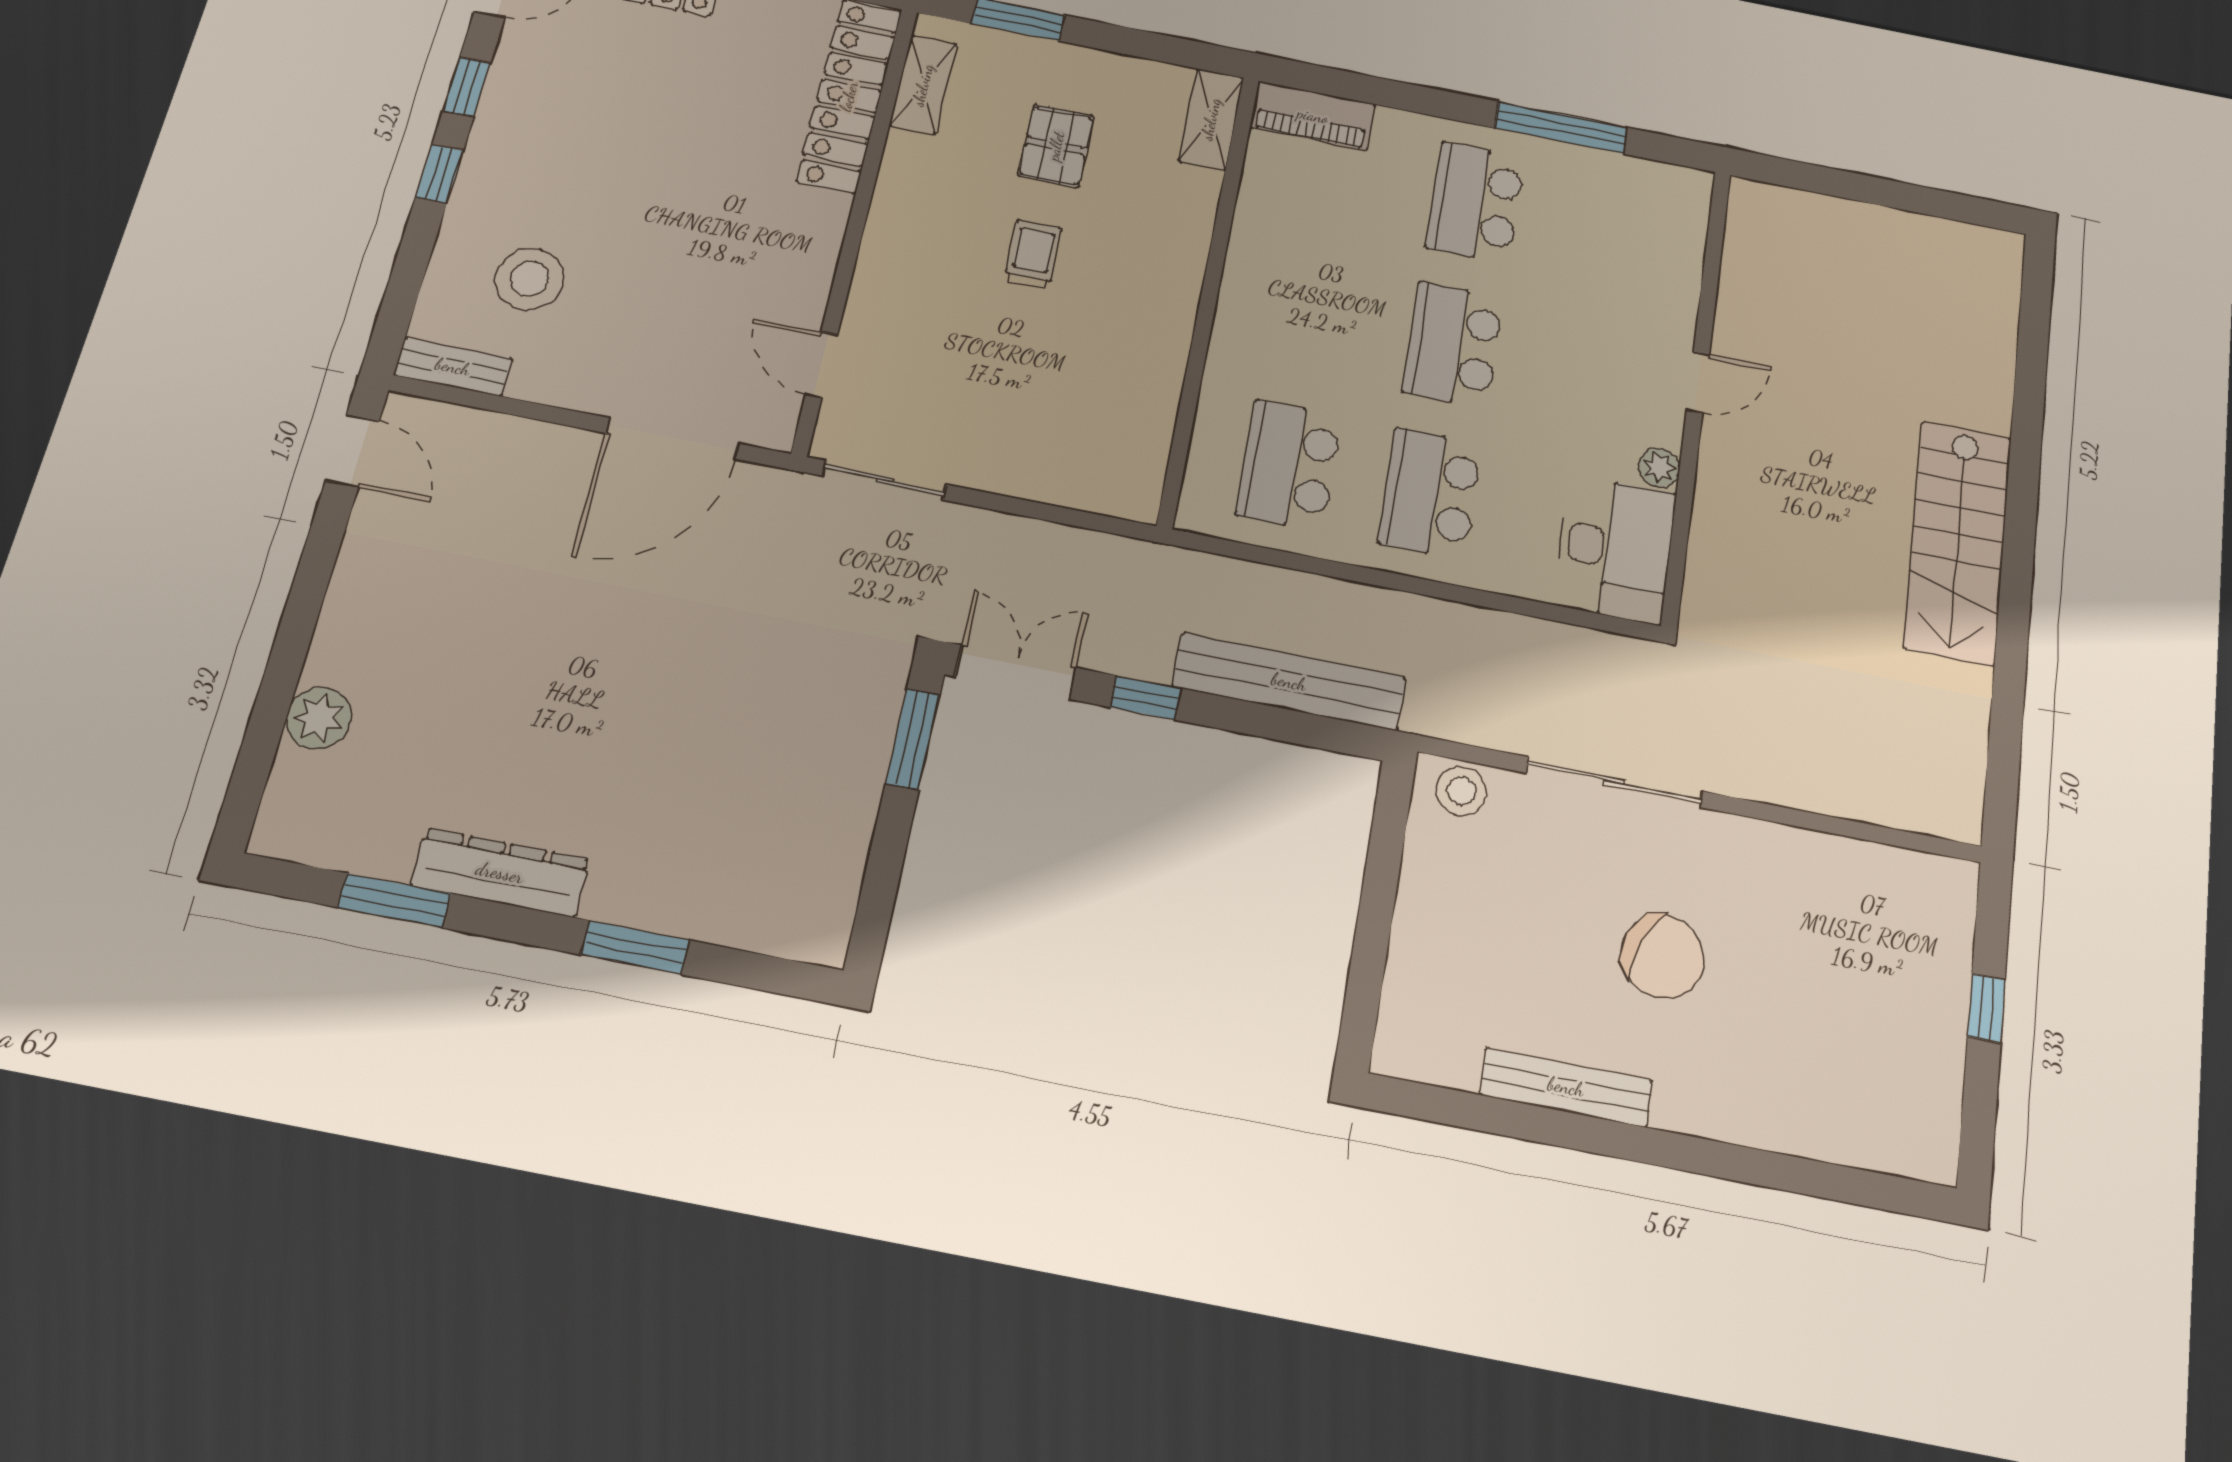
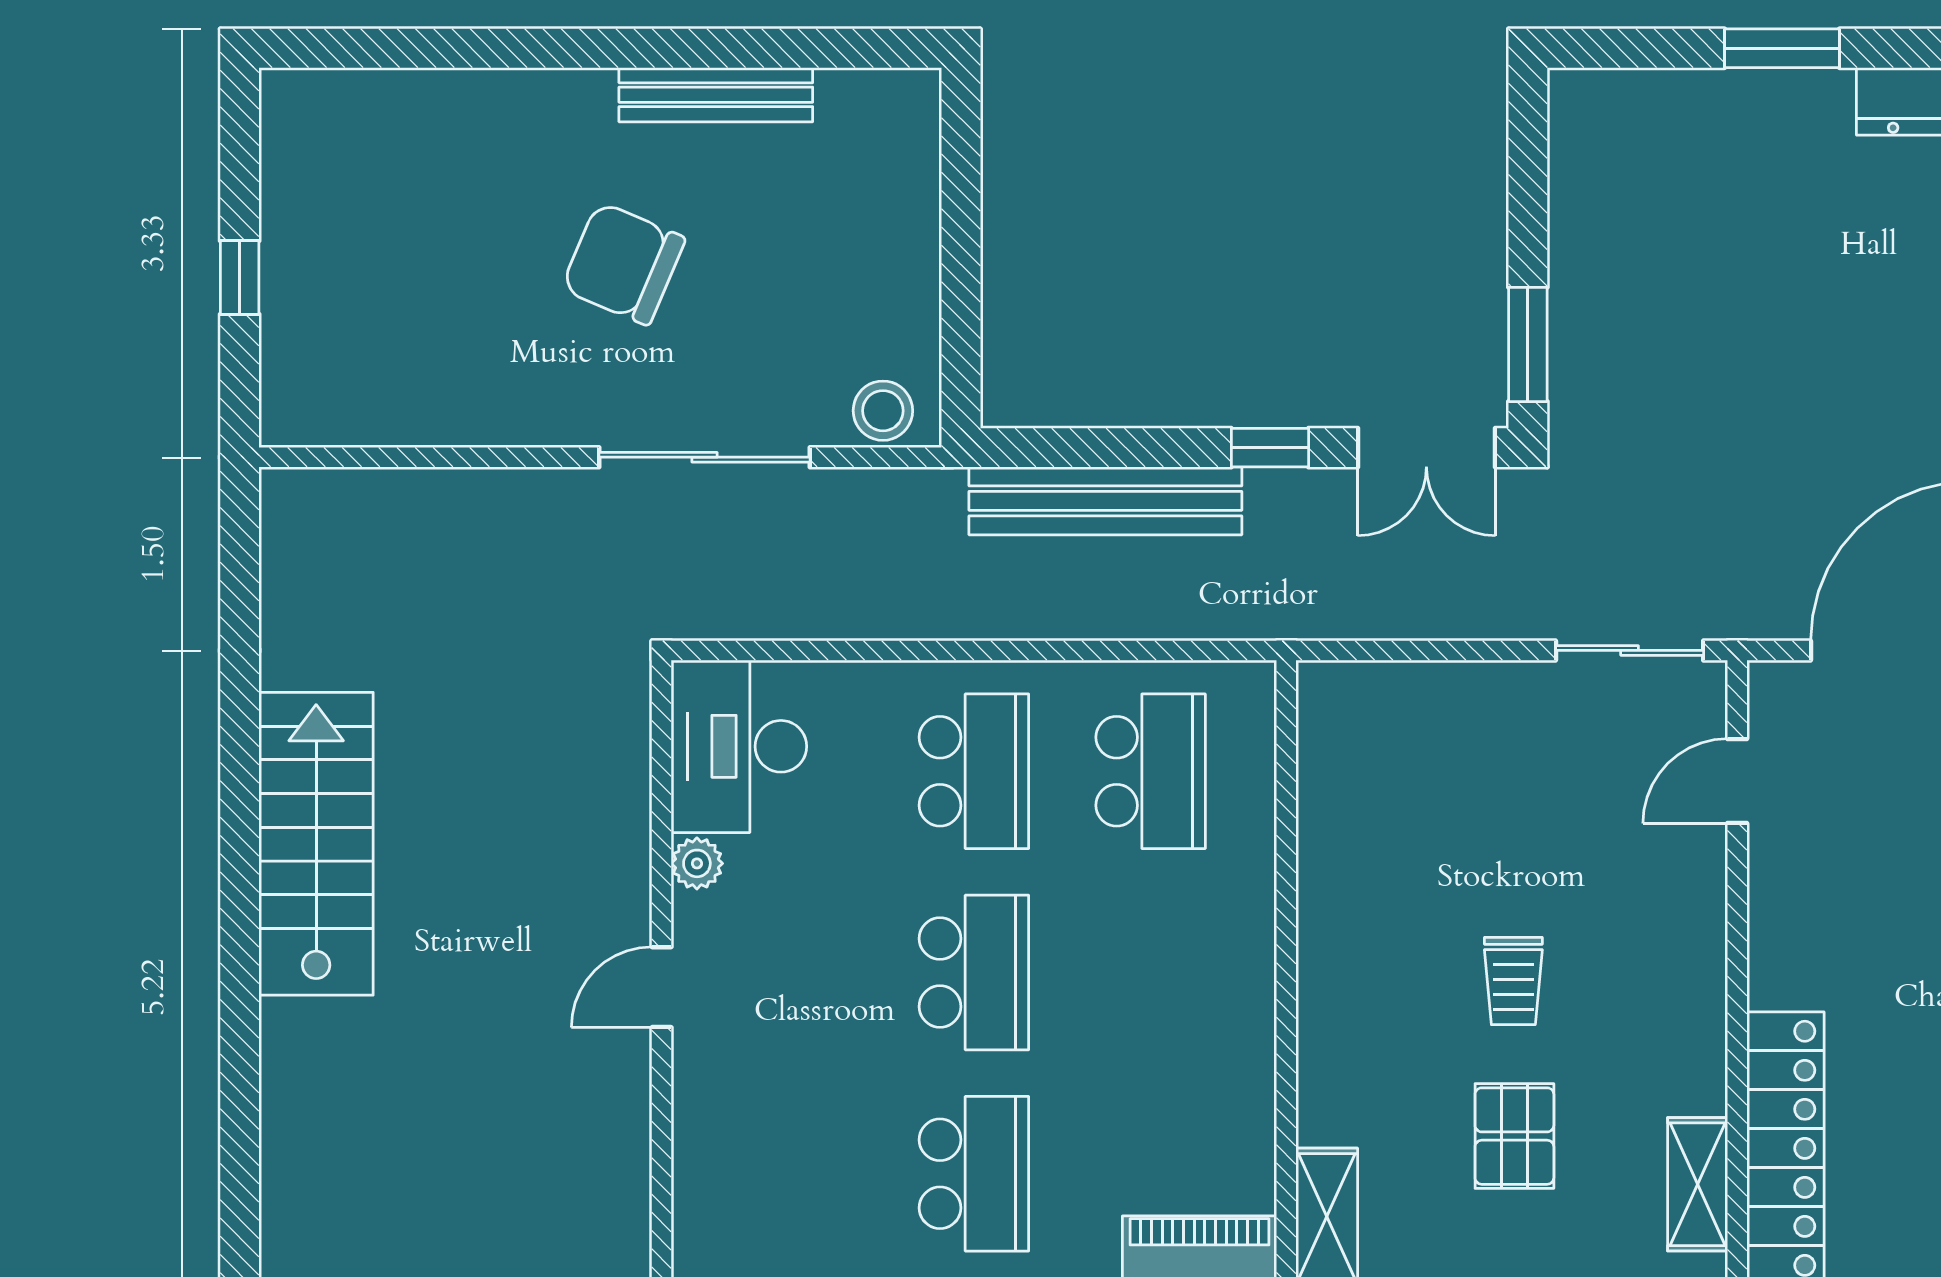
door: (821, 365) -> (1737, 781), swing flipped

